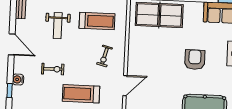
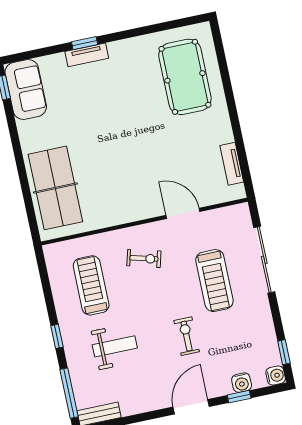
door: (12, 44) -> (191, 407), moved
armchair: (195, 60) -> (112, 112), removed
water cooler: (18, 79) -> (242, 383), moved

